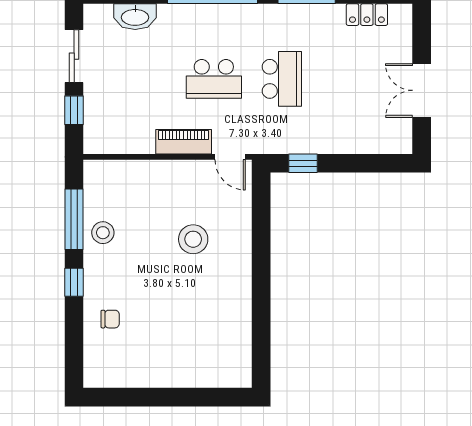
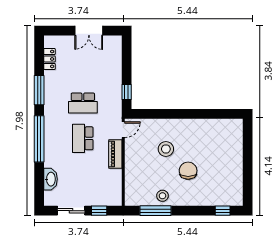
school desk: (214, 79) -> (83, 138), turned 180
school desk: (282, 79) -> (83, 103), turned 180
window: (74, 282) -> (223, 211), moved
chair: (110, 319) -> (188, 171), moved, width x1.87, depth x1.87

